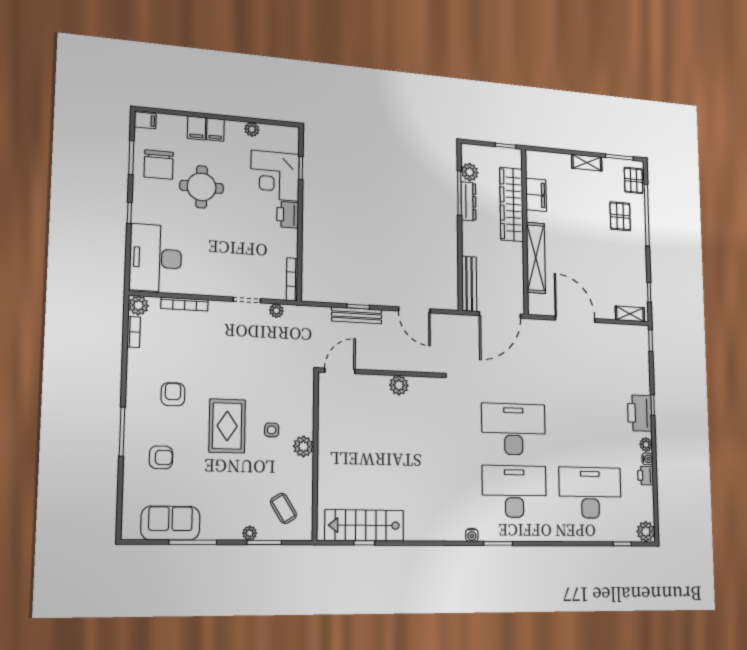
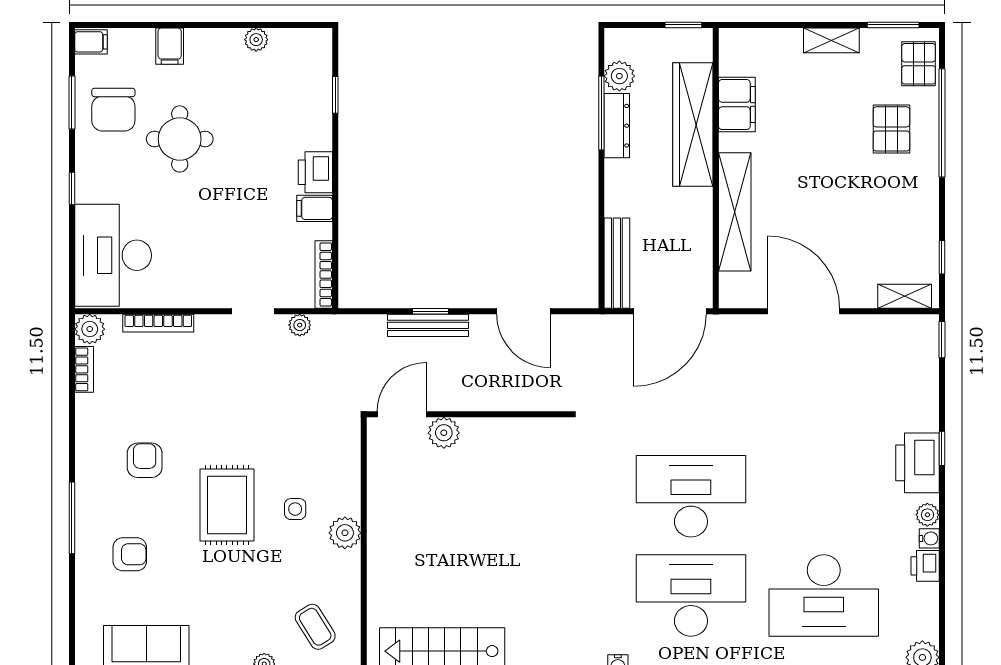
filing cabinet: (215, 130) -> (315, 208), moved, turned 90
corner desk: (275, 176) -> (294, 111), removed
plant: (399, 385) -> (444, 433), moved
desk: (590, 493) -> (824, 595), turned 180

